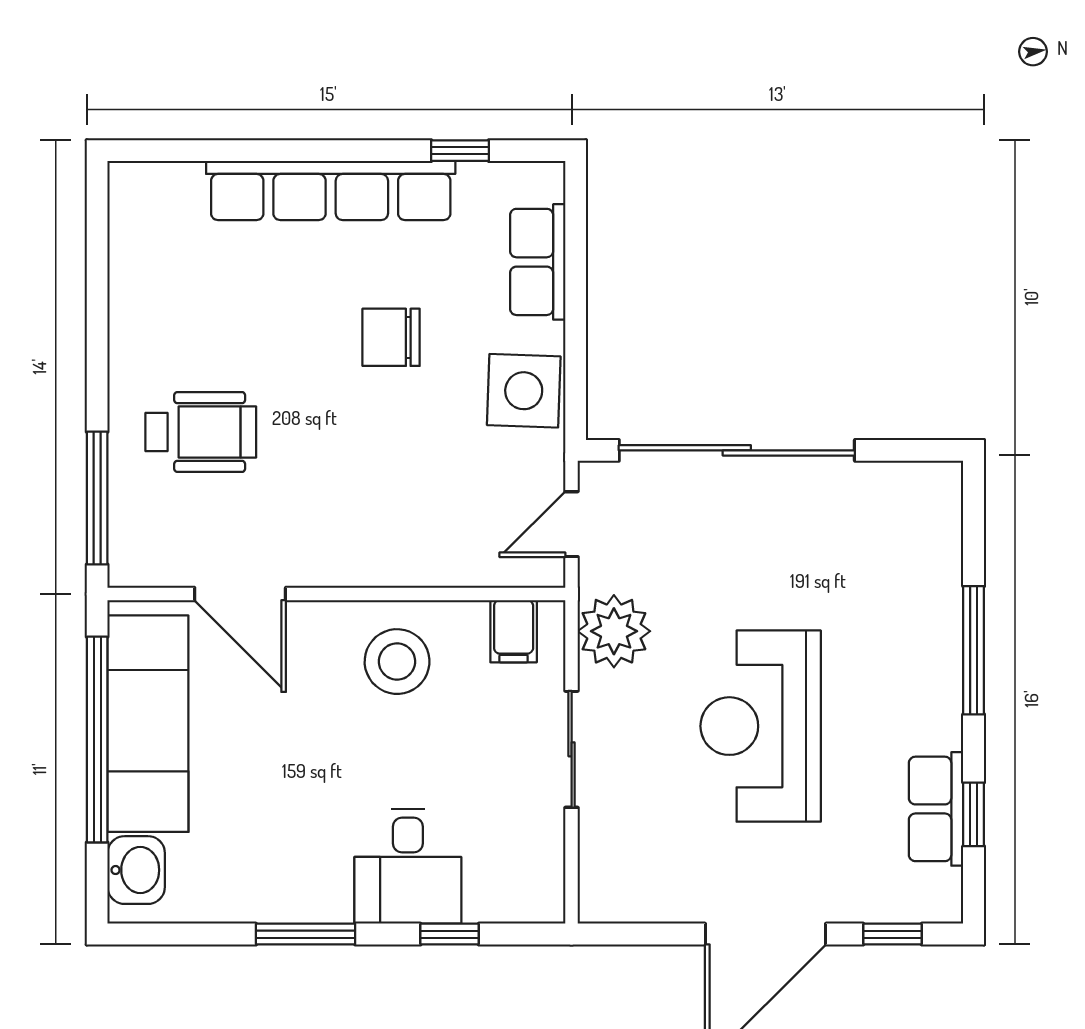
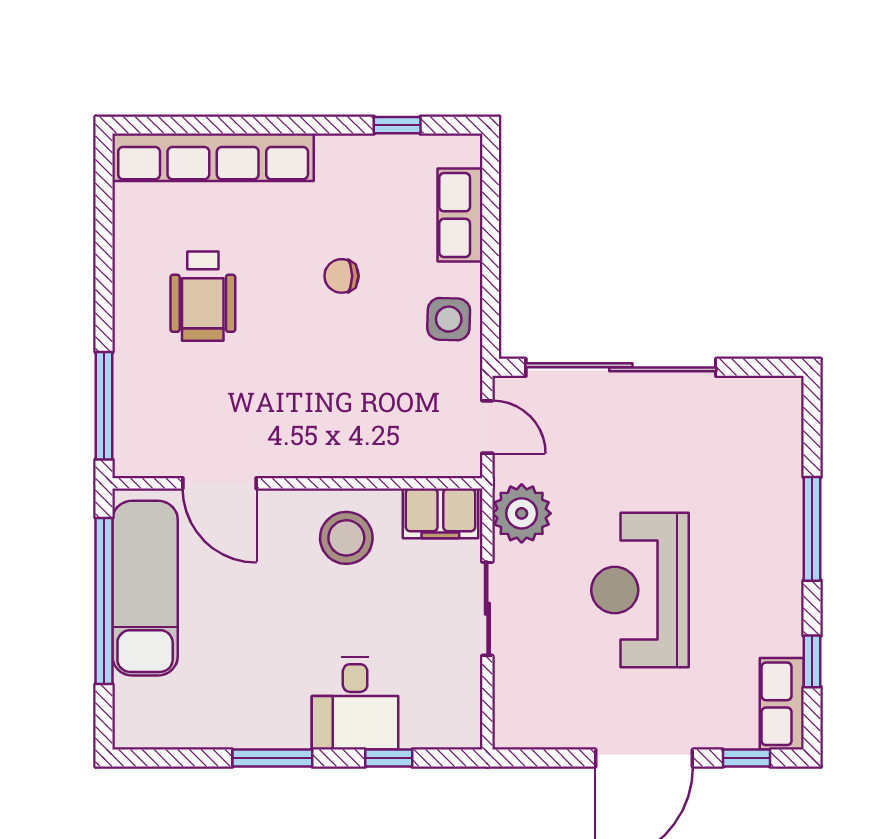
row of seats: (331, 191) -> (213, 157), moved
chair: (391, 337) -> (341, 276), width x0.73, depth x0.73
side table: (524, 391) -> (449, 319), width x0.73, depth x0.73
wheelchair: (201, 432) -> (203, 296), moved, turned 90
door: (572, 524) -> (487, 427), swing flipped
filing cabinet: (514, 631) -> (440, 513), width x2.00
row of seats: (936, 809) -> (782, 704), moved
washbasin: (136, 870) -> (136, 706), removed

